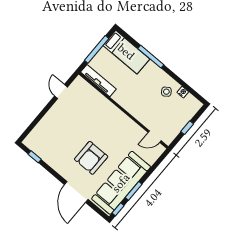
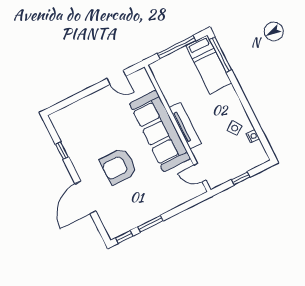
window: (151, 57) -> (221, 55), moved
tv unit: (98, 81) -> (185, 126), moved
door: (61, 92) -> (116, 77), swing flipped
window: (35, 157) -> (62, 151), moved
sofa: (121, 183) -> (160, 131), moved, turned -90

